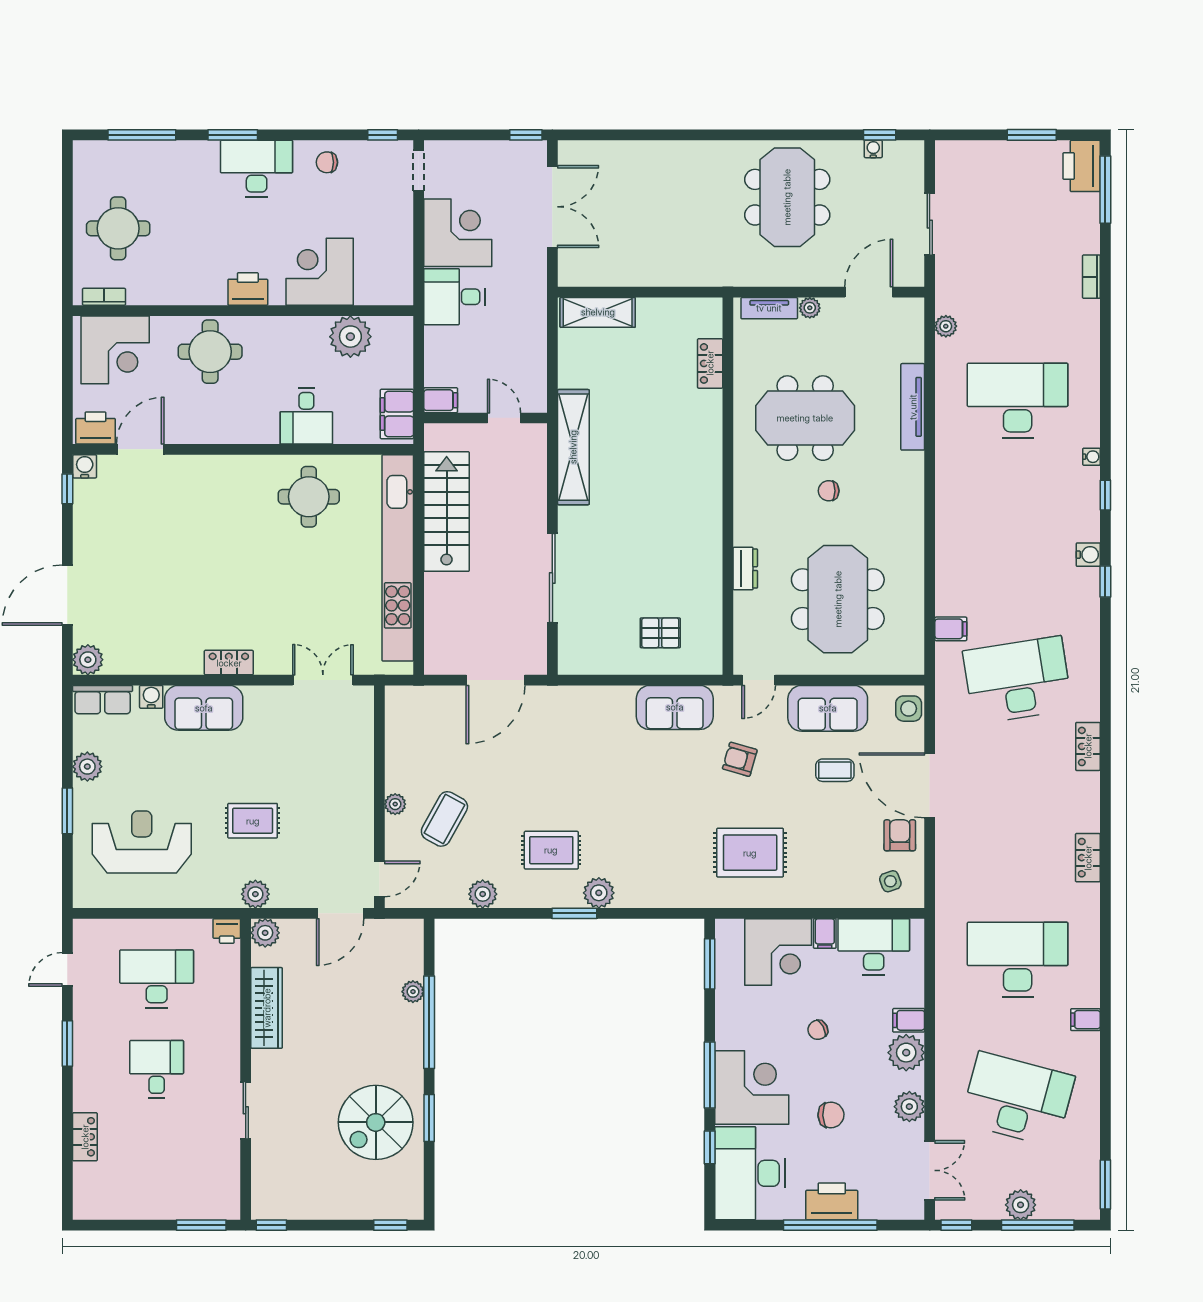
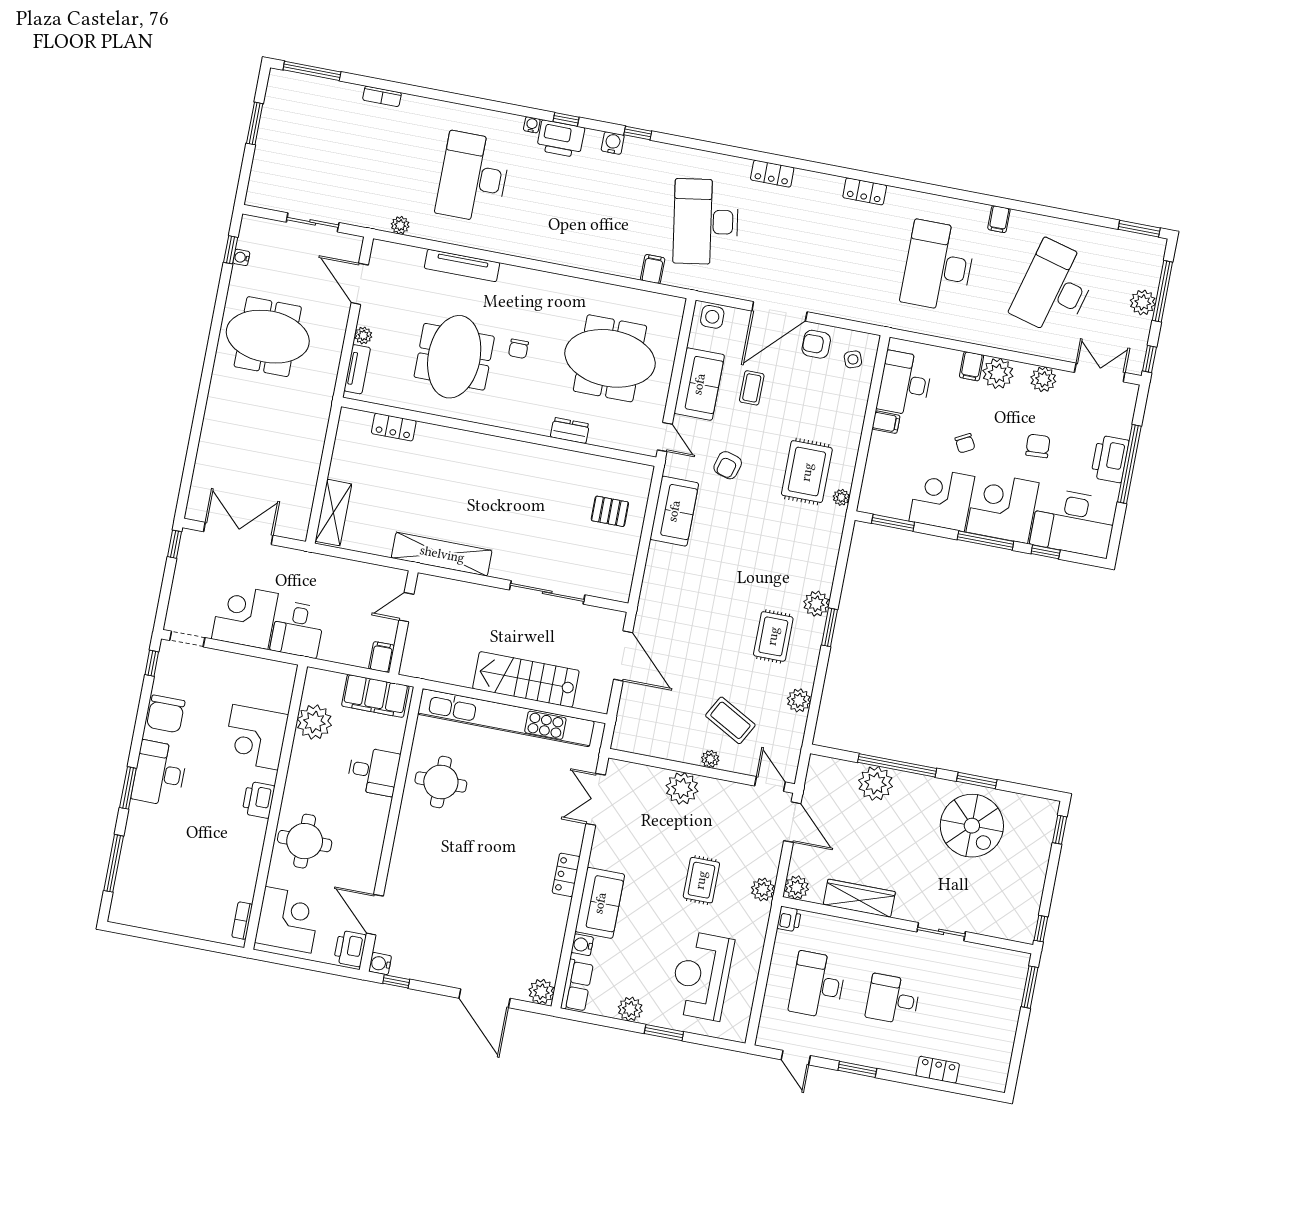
chair: (327, 162) -> (166, 714), width x1.87, depth x1.87
printer: (1082, 166) -> (561, 139), moved
round table: (118, 228) -> (188, 898), removed
filing cabinet: (397, 414) -> (375, 696), width x1.50, depth x1.17
stairs: (447, 512) -> (526, 680), moved
pallet: (660, 633) -> (610, 511), turned 90
plant: (355, 778) -> (682, 788), added
plant: (728, 898) -> (841, 497), added
corner desk: (778, 952) -> (942, 499), moved, turned -90
plant: (413, 992) -> (875, 783), width x1.88, depth x1.88

